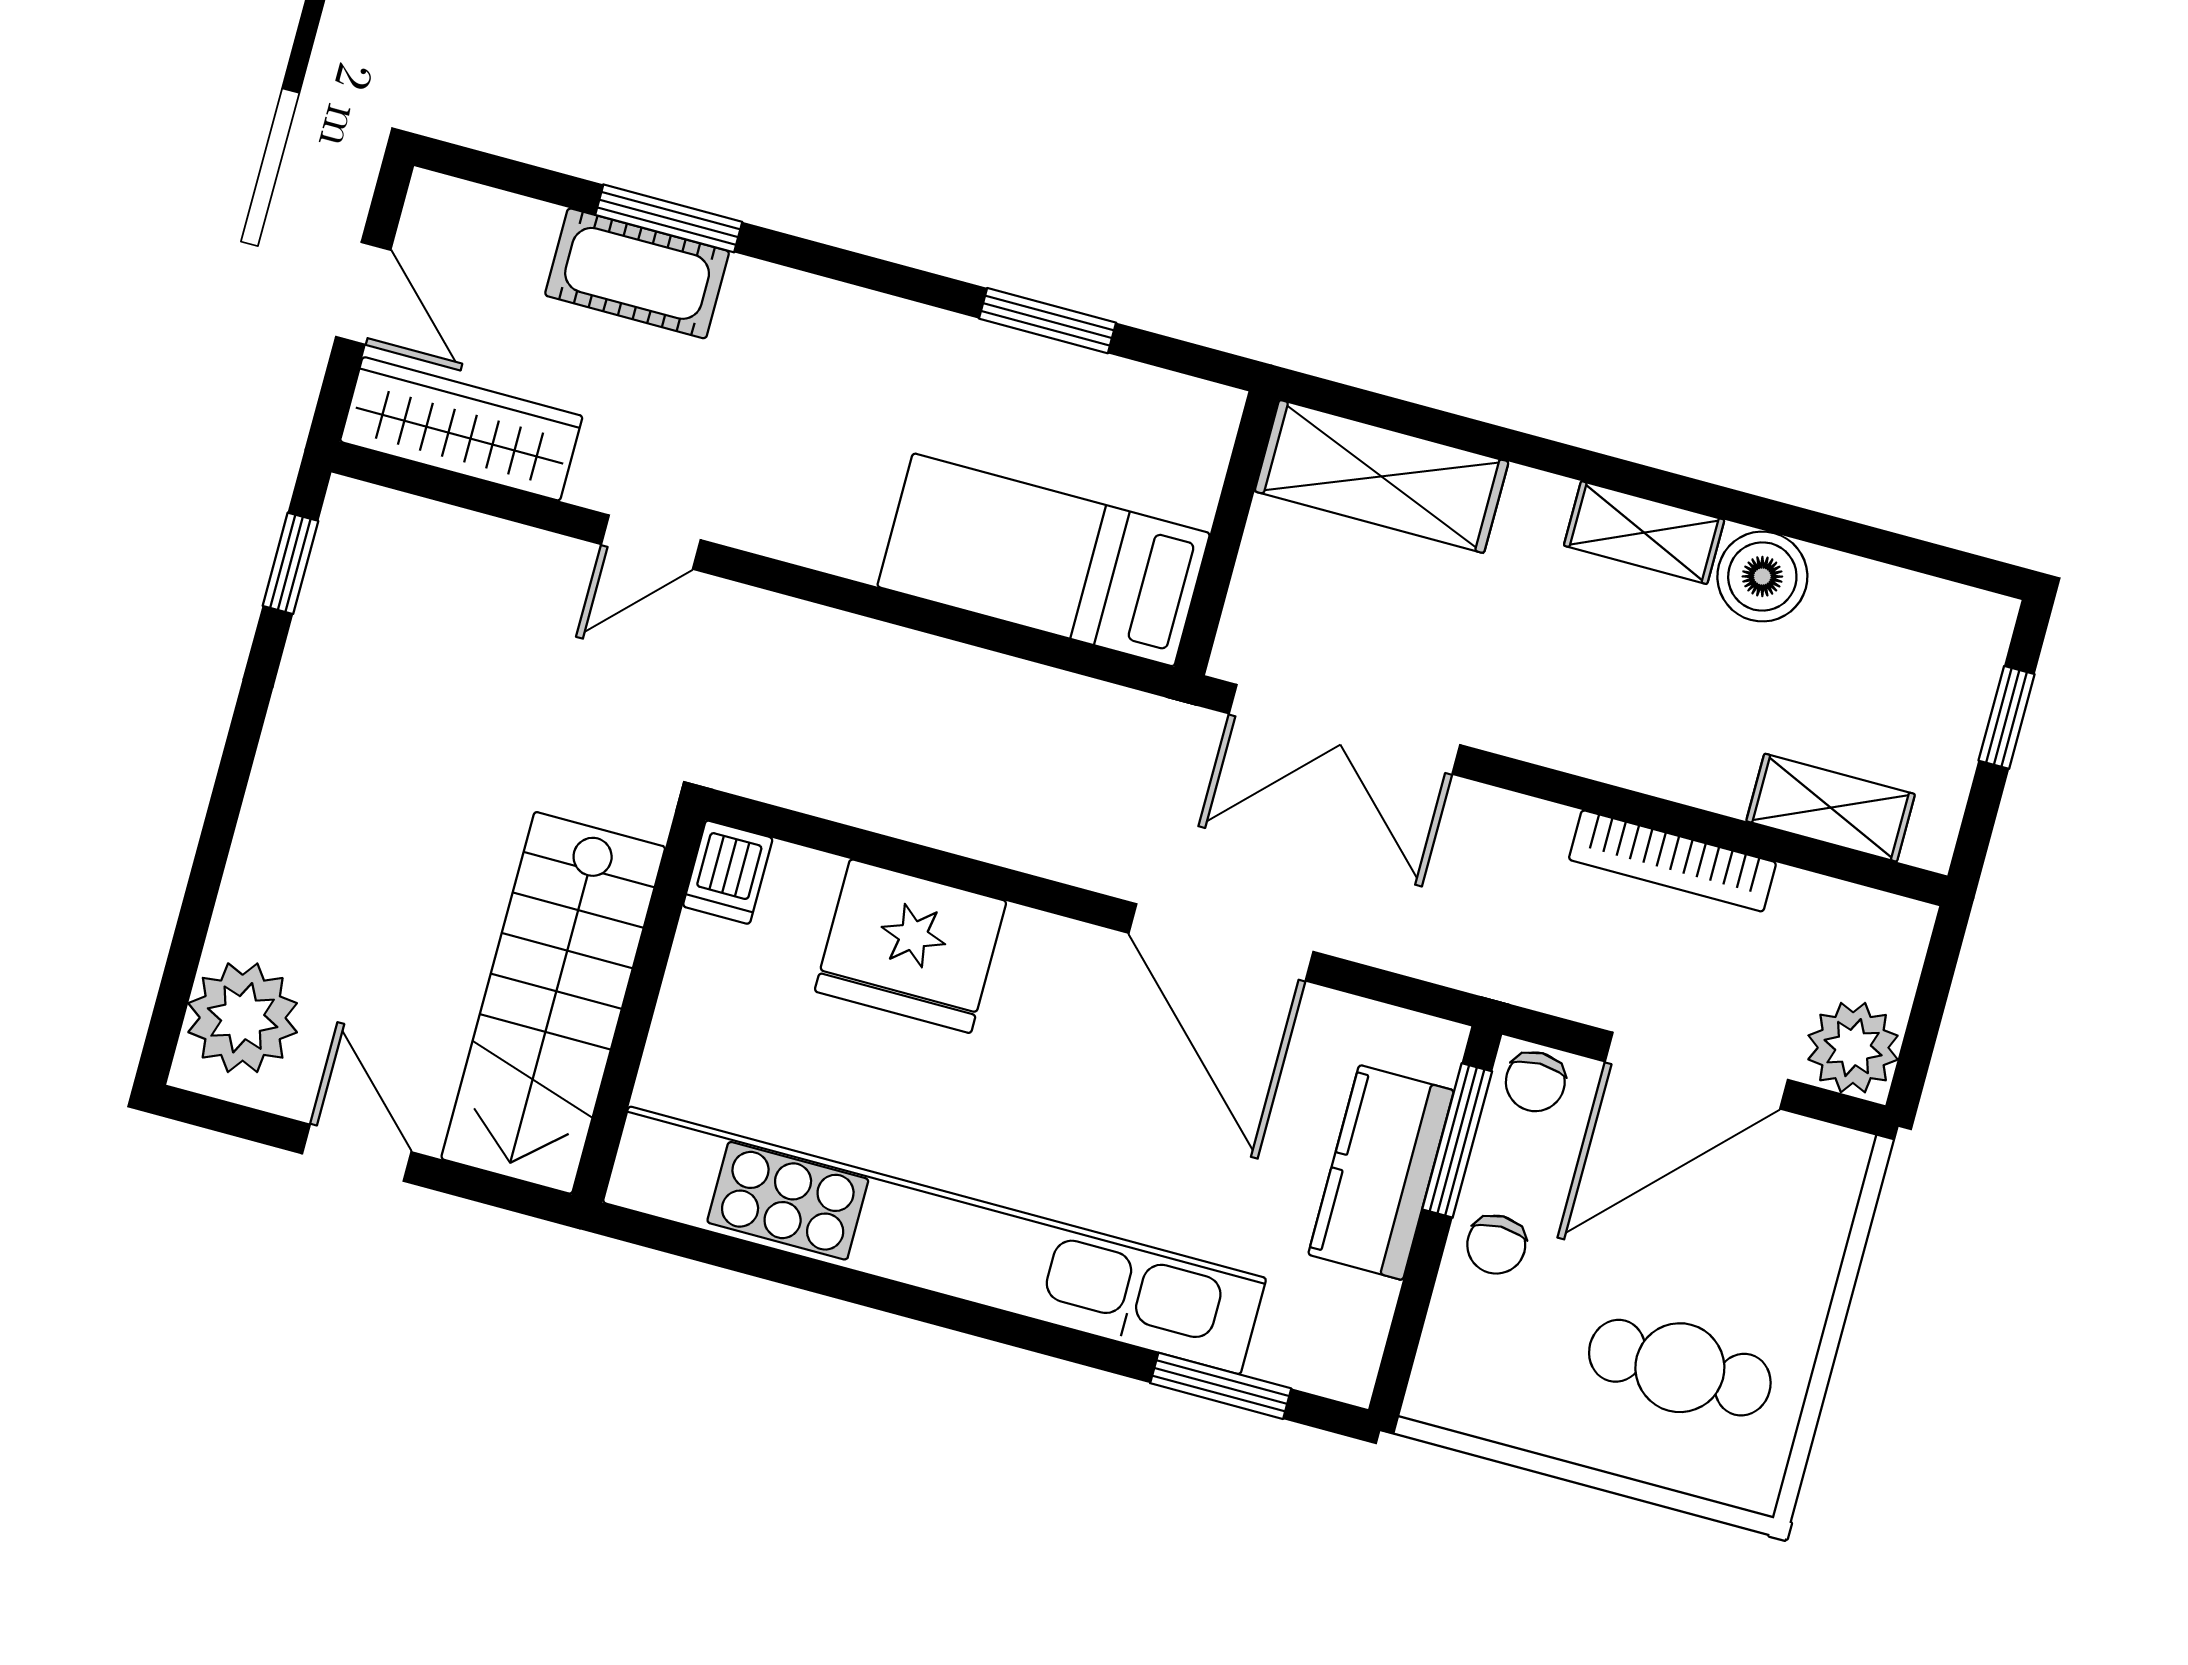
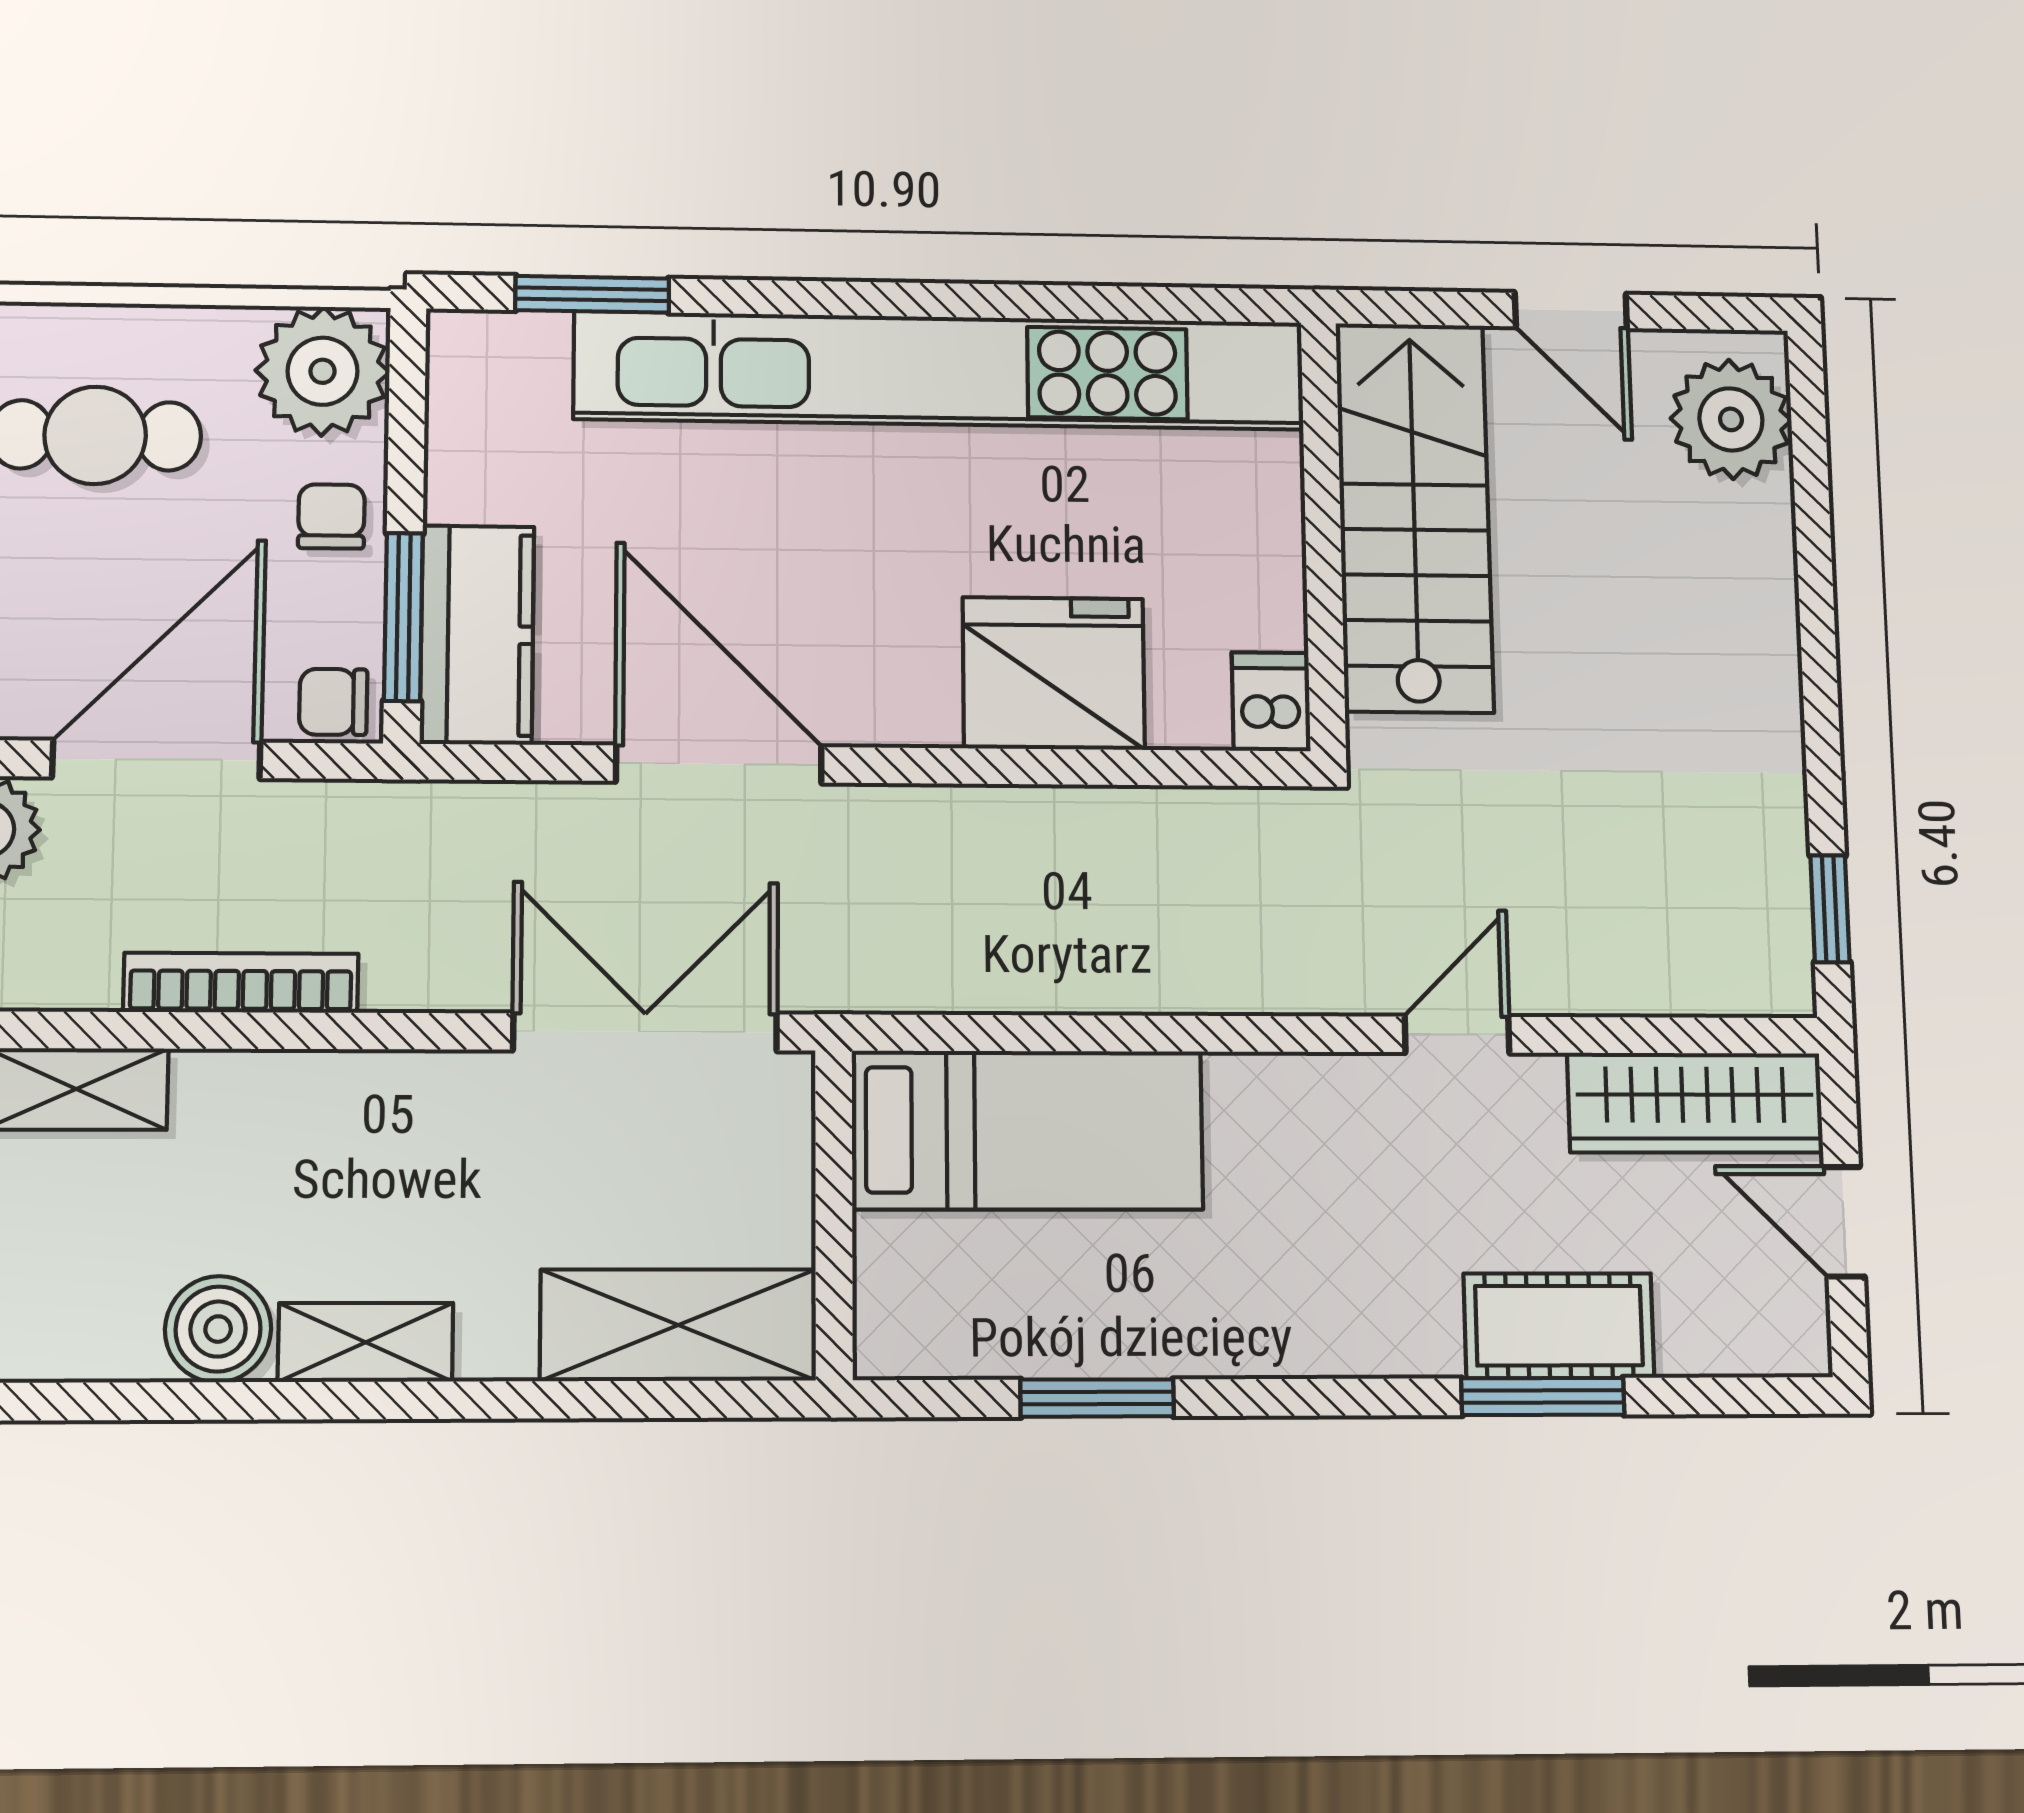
chair: (1535, 1082) -> (333, 702), turned -90
kitchen counter: (1381, 1172) -> (477, 635), moved
plant: (1472, 1376) -> (323, 371), added

